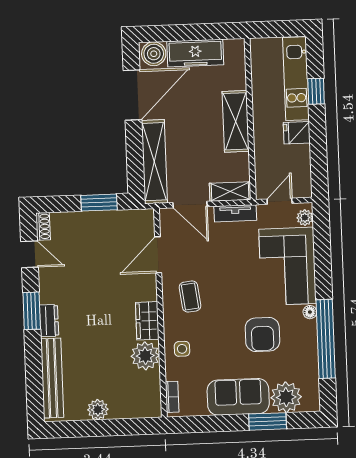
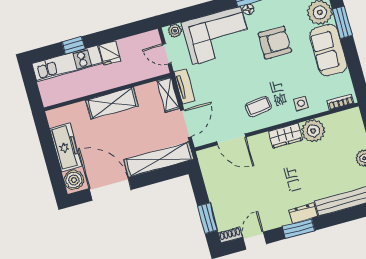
window: (99, 203) -> (207, 218), moved

